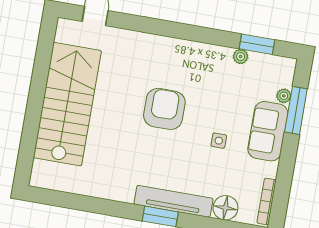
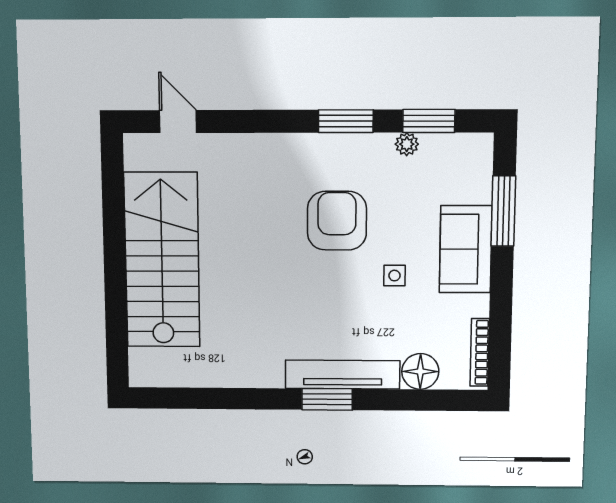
window: (204, 35) -> (346, 121), added
plant: (284, 96) -> (482, 192), removed
armchair: (164, 109) -> (337, 221), moved

